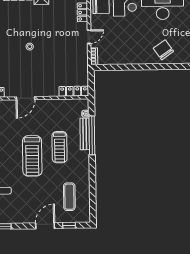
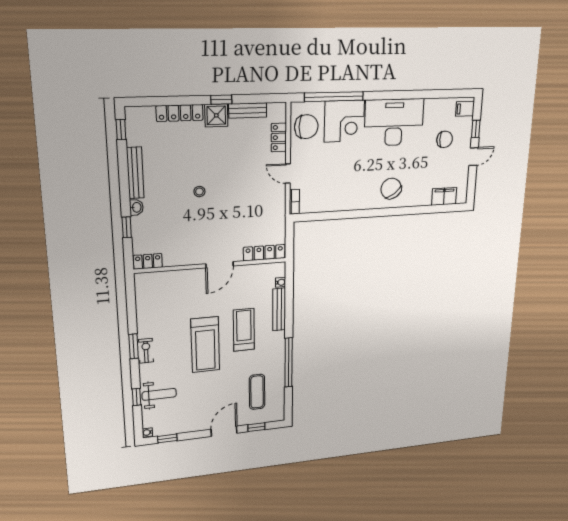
door: (89, 37) -> (288, 174), swing flipped
door: (26, 98) -> (220, 265), moved
window: (92, 135) -> (289, 363), moved
treadmill: (60, 147) -> (244, 330), turned 180

